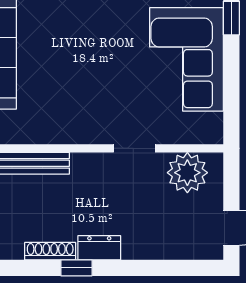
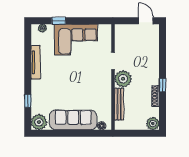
plant: (187, 173) -> (123, 79), moved
dresser: (99, 248) -> (154, 76), removed

